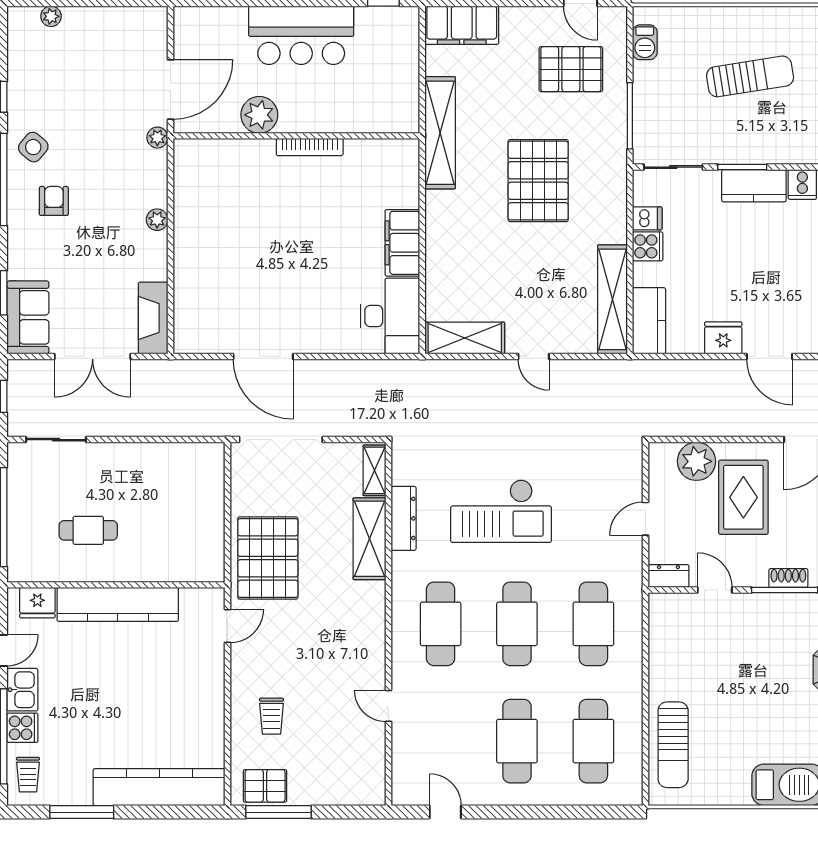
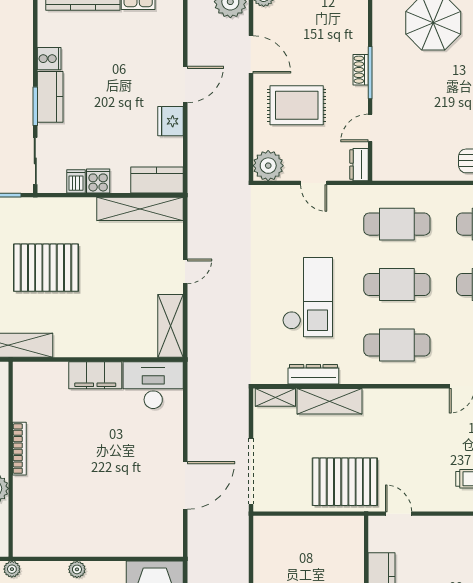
plant: (697, 461) -> (268, 166), moved

